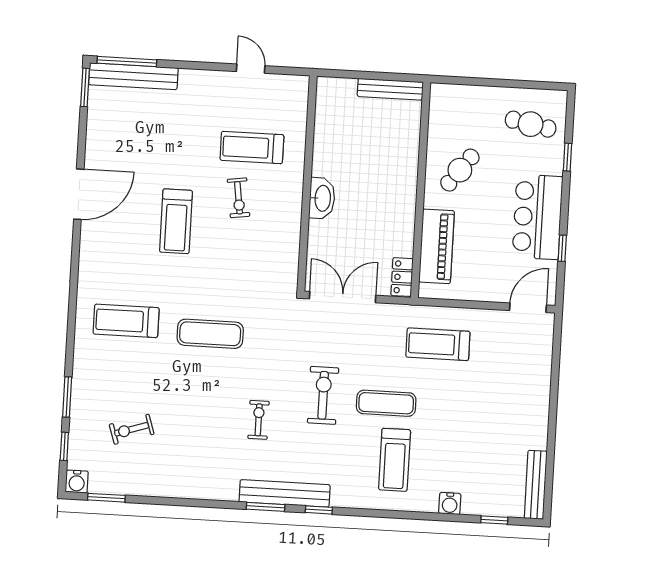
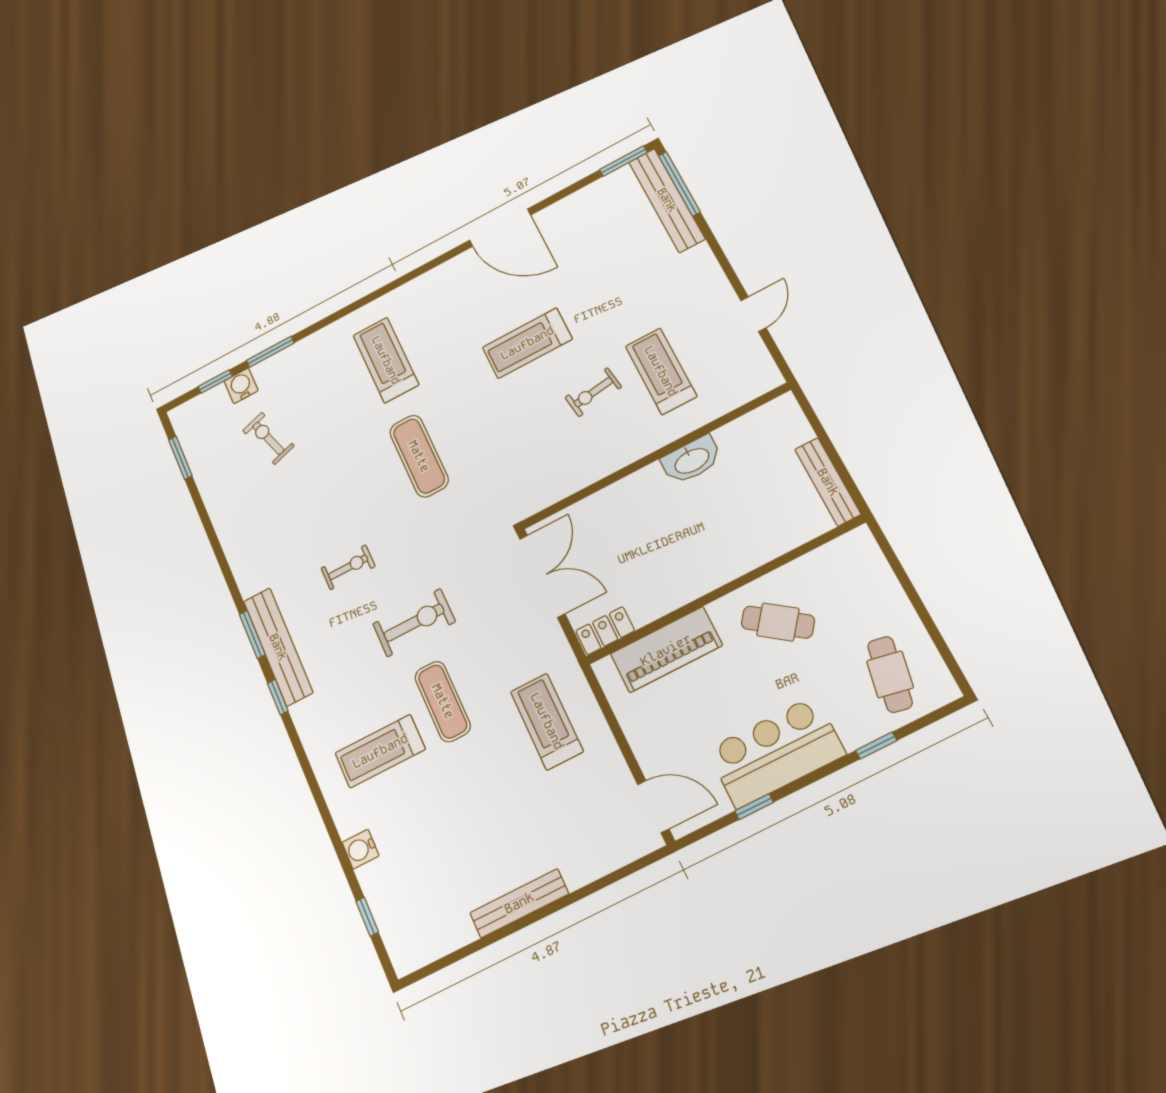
washbasin: (322, 198) -> (691, 460), moved
water cooler: (77, 482) -> (241, 386), moved, turned 90
bench: (536, 485) -> (519, 903), moved

